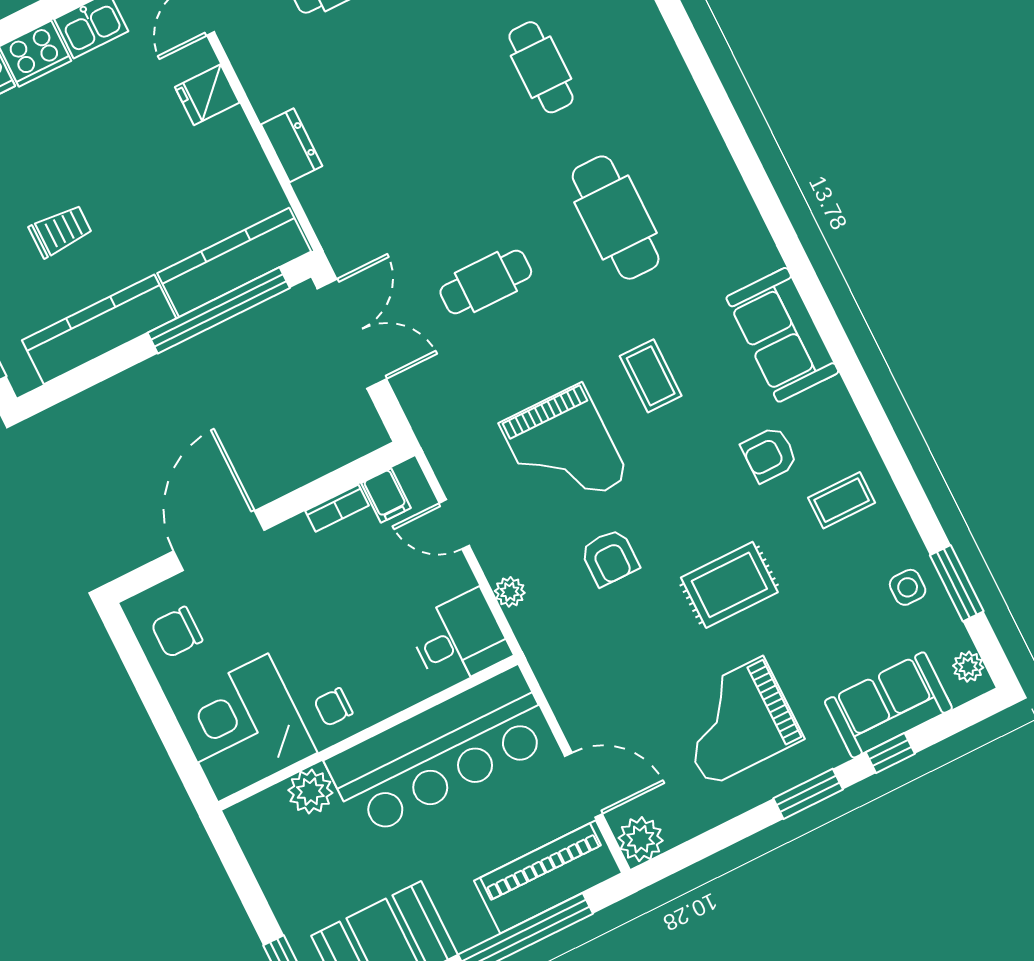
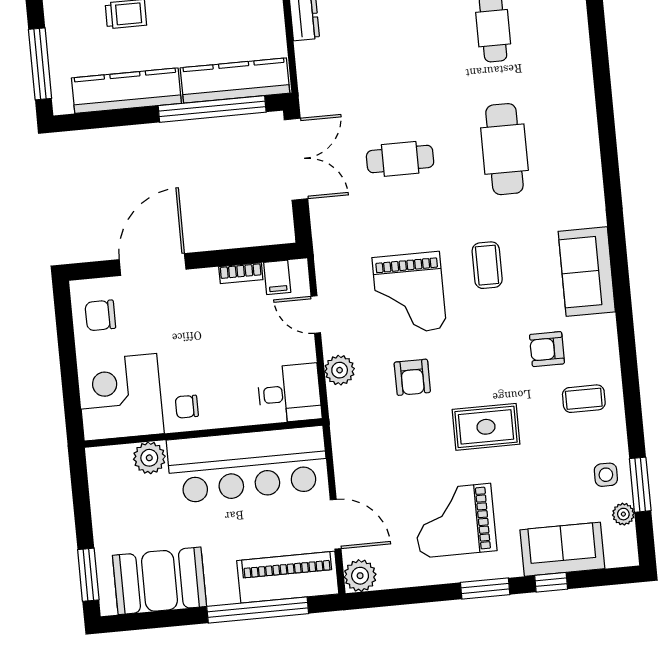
plant: (510, 592) -> (340, 370), width x1.38, depth x1.38
plant: (968, 667) -> (623, 514), moved

